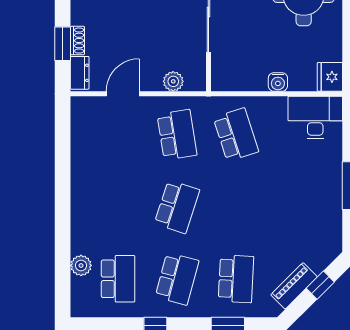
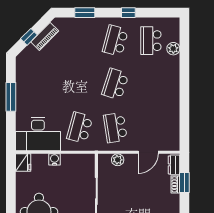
desk: (315, 117) -> (38, 134), width x1.36, depth x1.30
school desk: (236, 135) -> (80, 128), turned 33
school desk: (236, 279) -> (80, 41), removed

